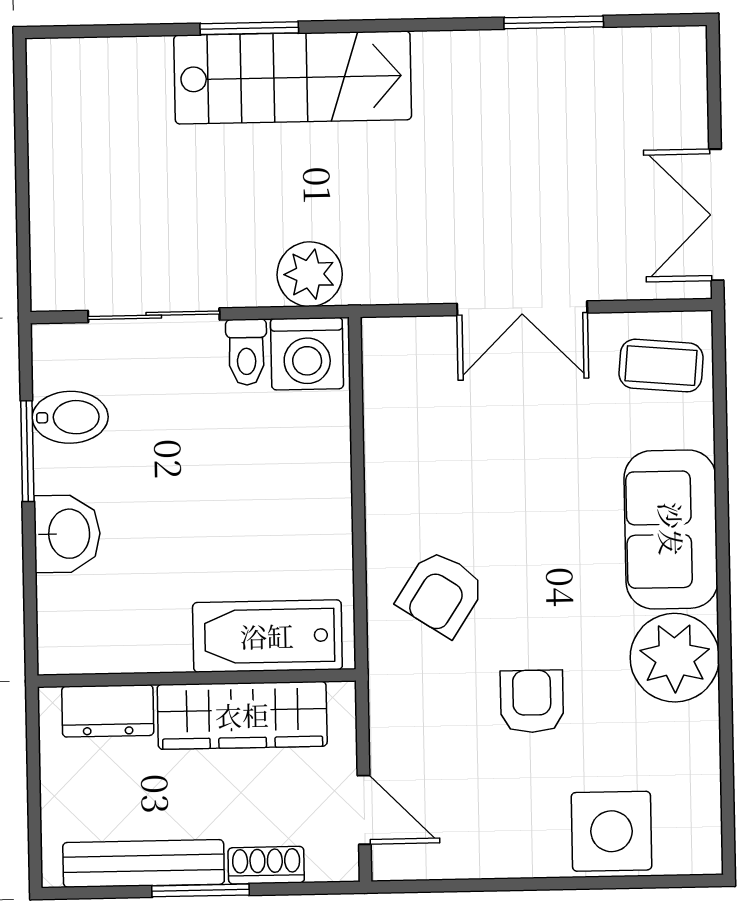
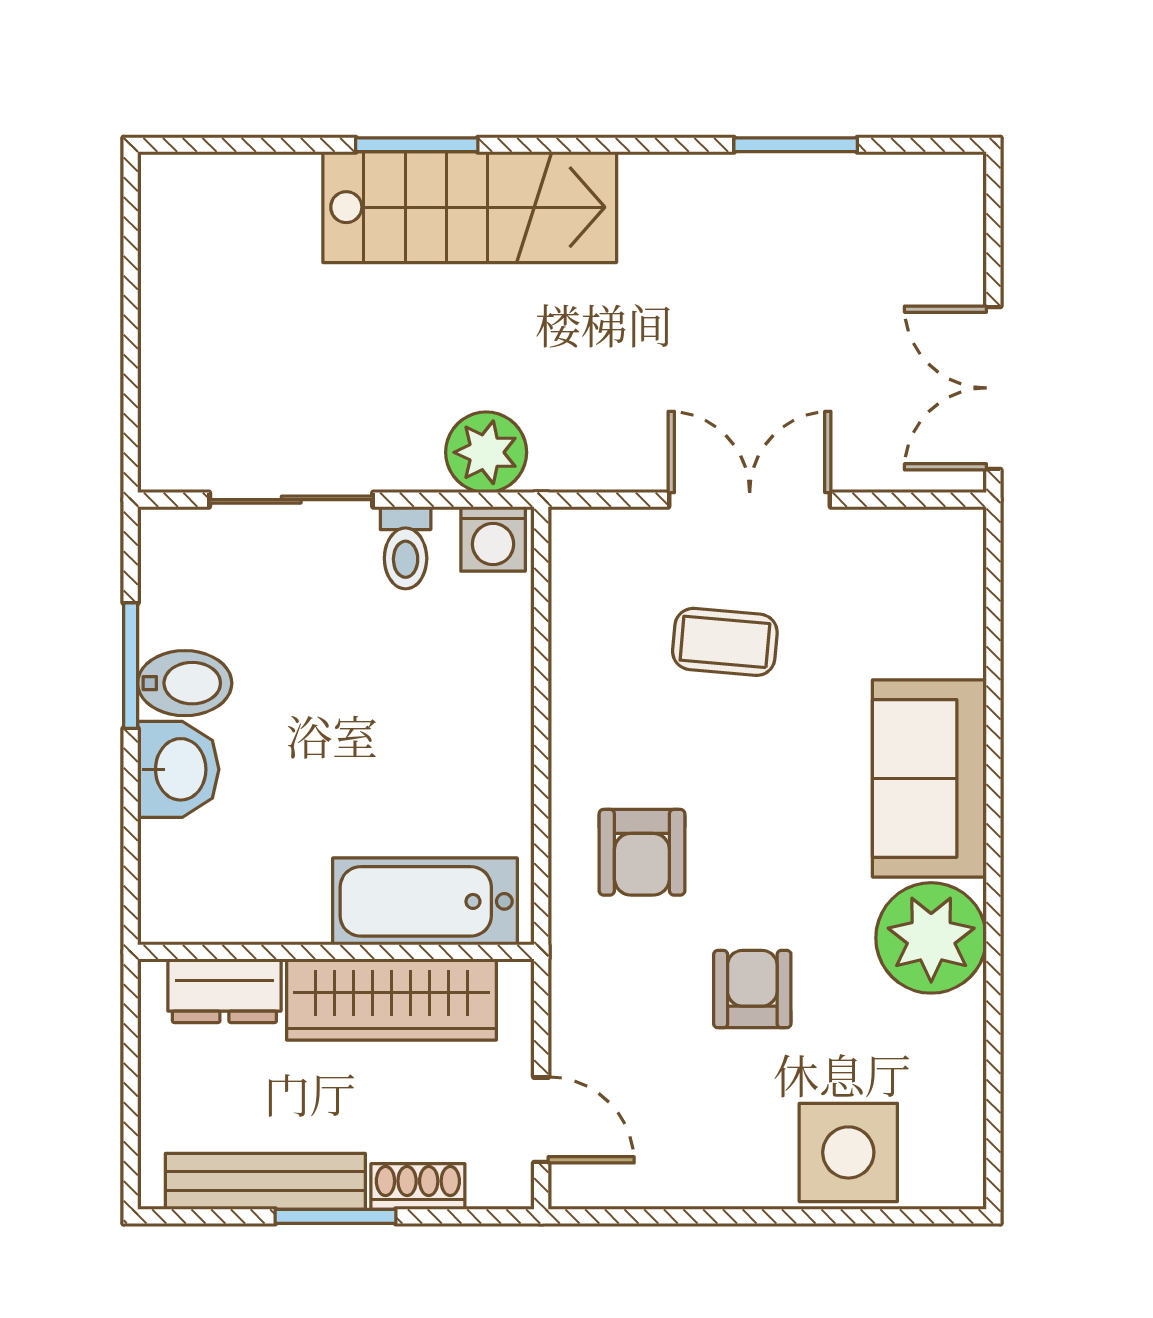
double door: (522, 308) -> (750, 500), swing flipped
washing machine: (307, 354) -> (493, 539), width x0.73, depth x0.73
coffee table: (661, 366) -> (725, 642), moved
bidet: (70, 417) -> (185, 683), moved
armchair: (441, 593) -> (642, 852), turned -33

